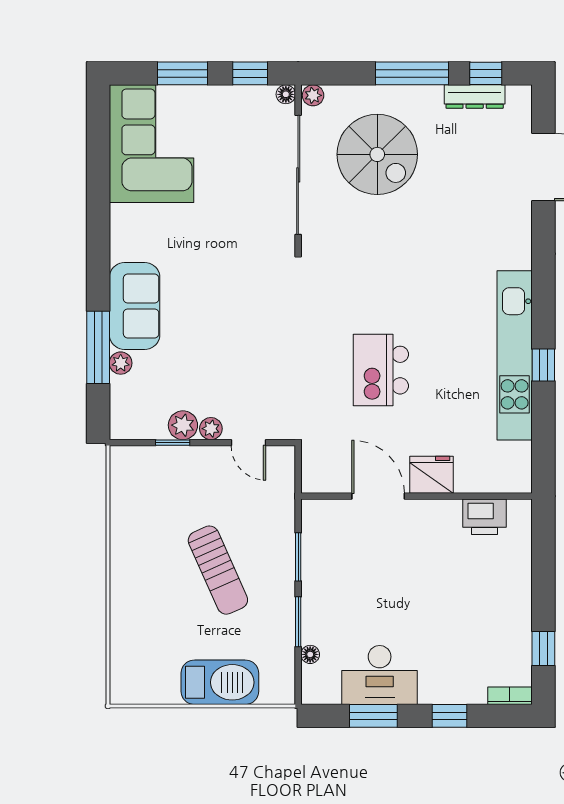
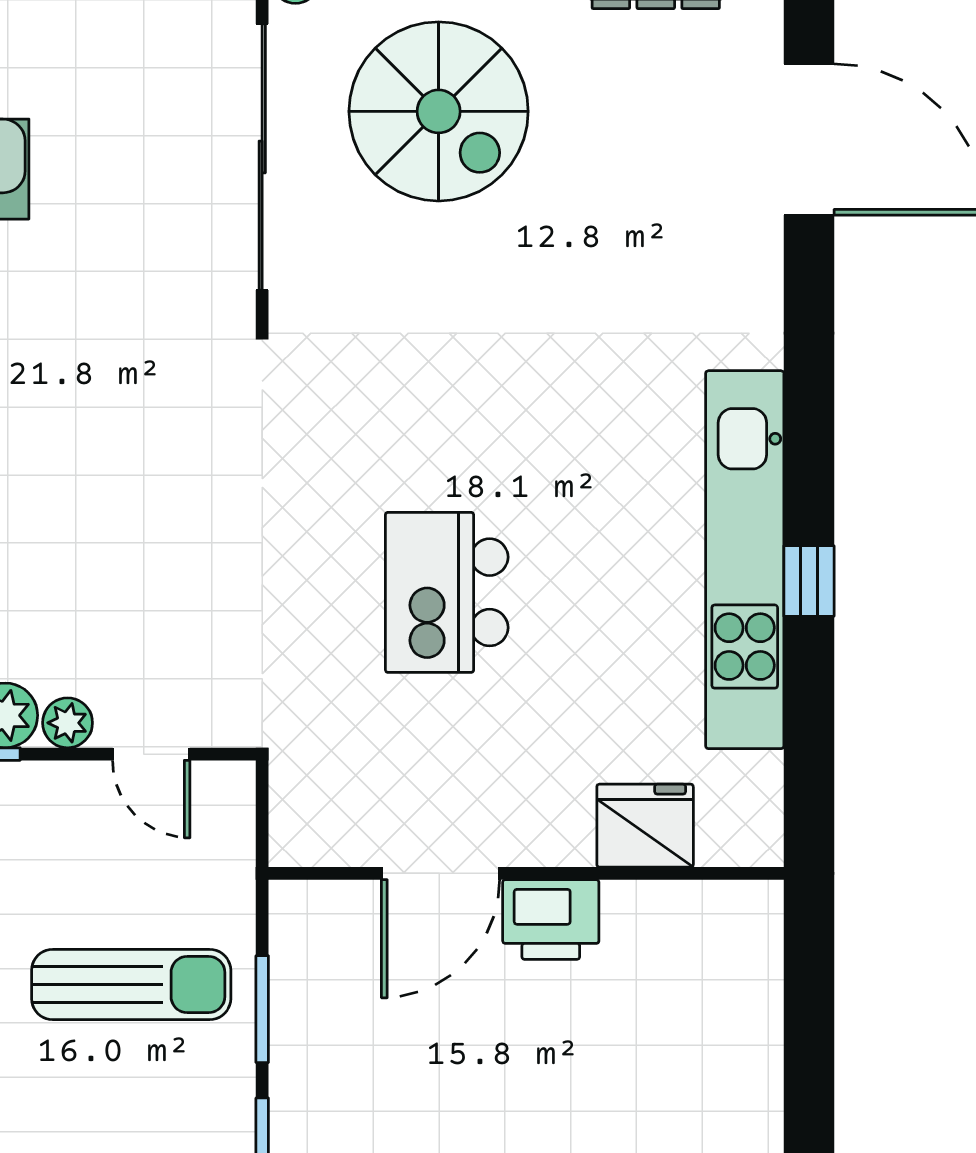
fridge: (431, 475) -> (645, 826), moved
door: (378, 496) -> (441, 873), swing flipped
printer: (485, 517) -> (551, 920), moved
sun lounger: (218, 570) -> (131, 985), moved, turned -66

